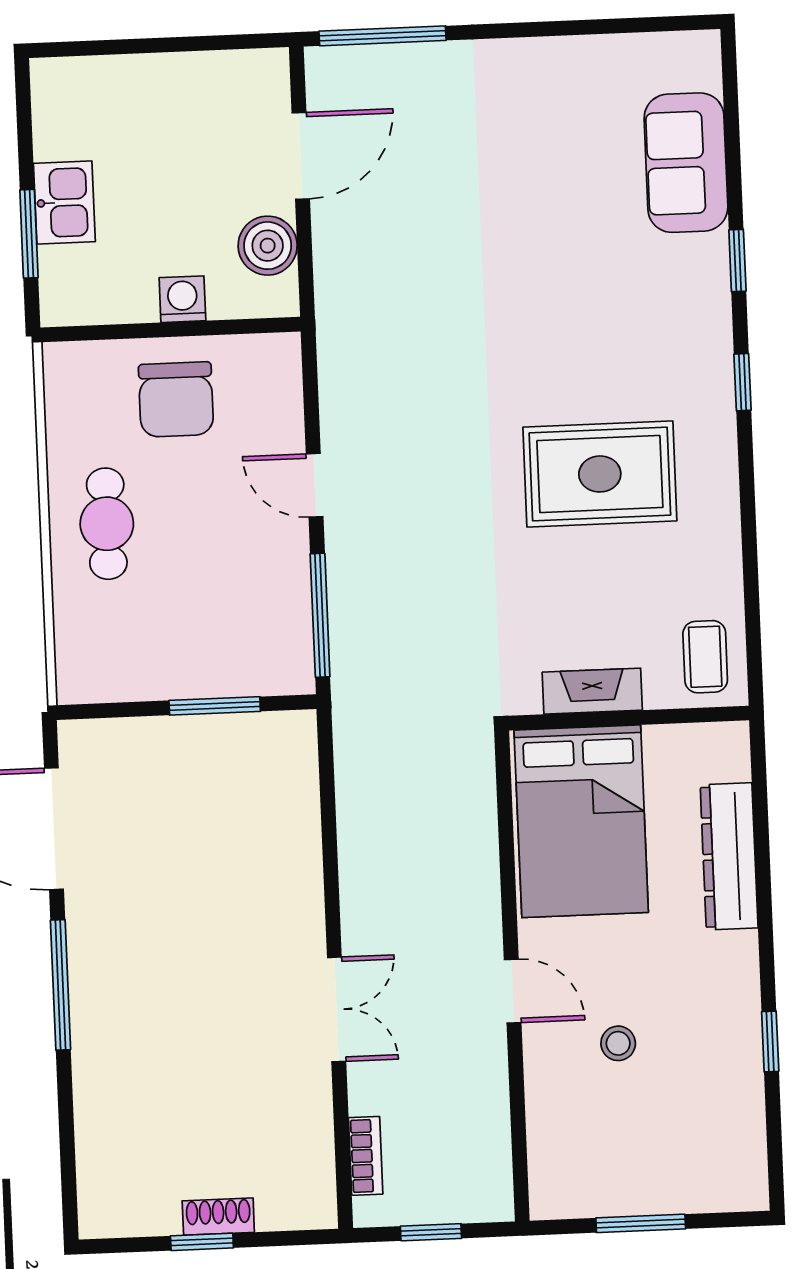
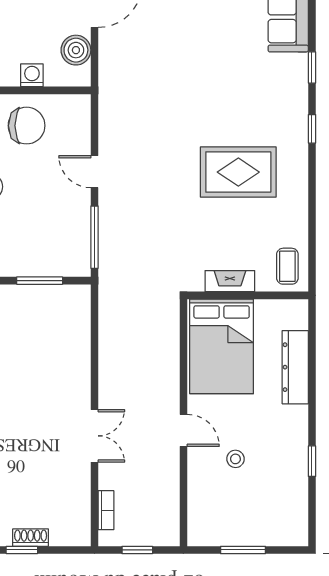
chair: (176, 399) -> (27, 126), turned -90

